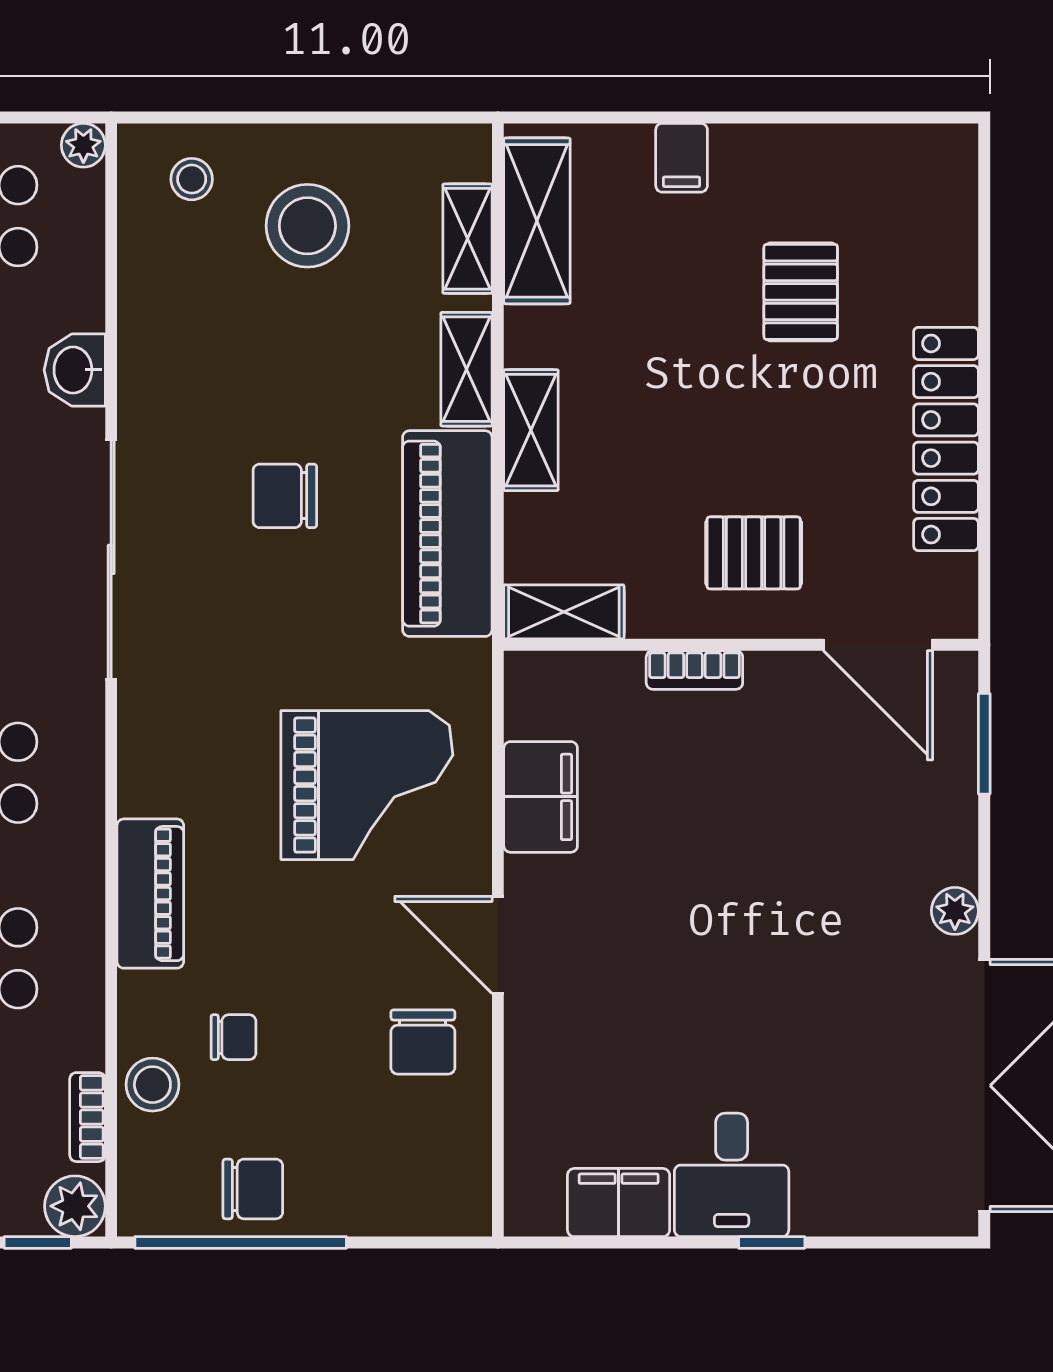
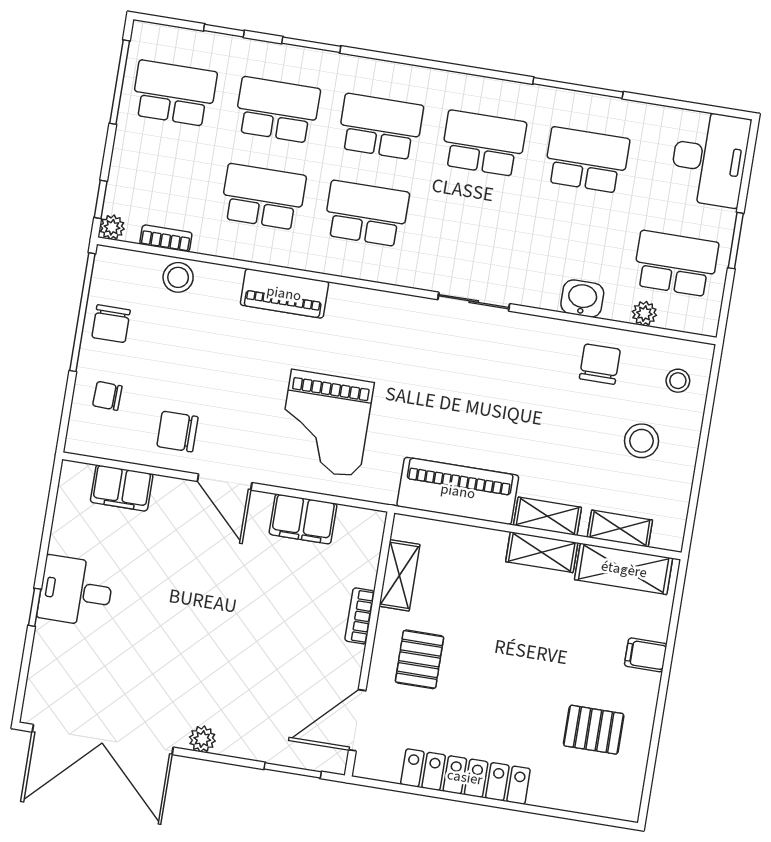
plant: (83, 145) -> (644, 313), moved
stool: (307, 226) -> (642, 441), width x0.73, depth x0.73
pallet: (801, 292) -> (594, 730), moved
shelving: (531, 430) -> (542, 552), moved
chair: (285, 496) -> (600, 364), moved
sliding door: (111, 559) -> (474, 302), width x0.54
shelving: (564, 612) -> (399, 575), moved
door: (498, 945) -> (225, 482), swing flipped
chair: (234, 1037) -> (107, 396), moved, turned 92
filing cabinet: (619, 1203) -> (122, 488), moved, turned 90
plant: (75, 1206) -> (112, 227), width x0.73, depth x0.73

